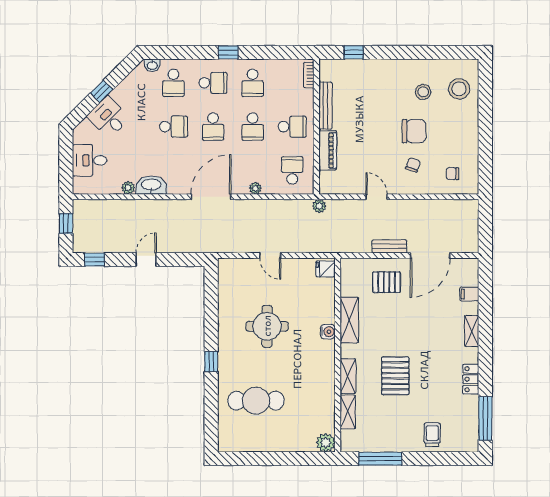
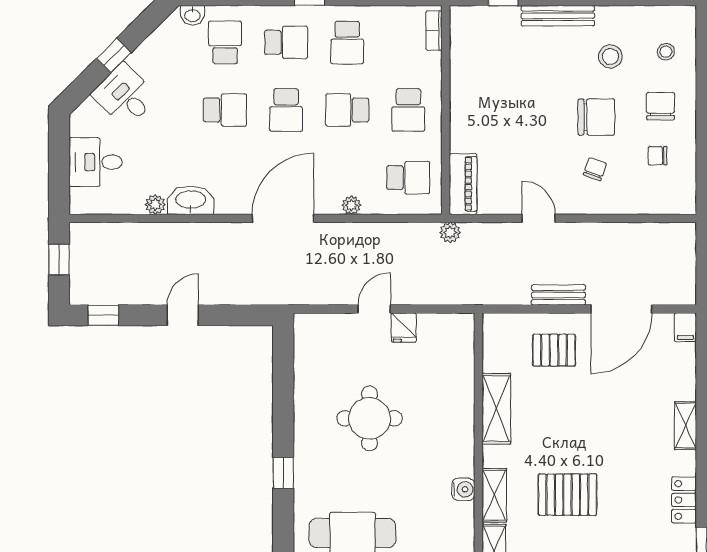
school desk: (173, 83) -> (225, 42), turned 180
stool: (459, 89) -> (666, 52), width x0.53, depth x0.53
bench: (325, 106) -> (558, 16), moved, turned 90
chair: (456, 124) -> (660, 106), added
school desk: (253, 127) -> (347, 110), turned 90
school desk: (292, 127) -> (408, 110), turned 90
piano: (328, 150) -> (463, 184), moved
school desk: (292, 170) -> (408, 178), turned 90
chair: (452, 174) -> (658, 156), moved
door: (270, 256) -> (374, 309), swing flipped
fridge: (326, 269) -> (404, 328), moved, turned -90
filing cabinet: (469, 294) -> (685, 327), moved, turned -90
water cooler: (328, 332) -> (463, 489), moved
pallet: (395, 376) -> (567, 495), turned 90

